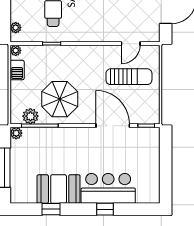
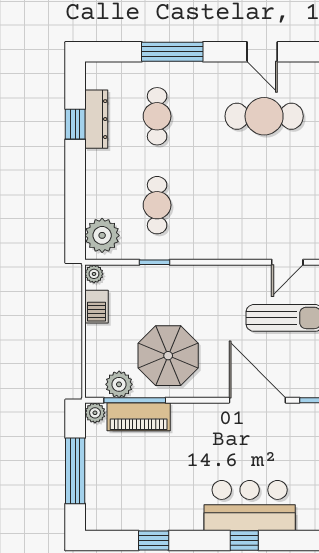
plant: (16, 28) -> (102, 235), width x1.88, depth x1.88
piano: (42, 135) -> (139, 417), added
booth: (59, 189) -> (166, 507), removed

